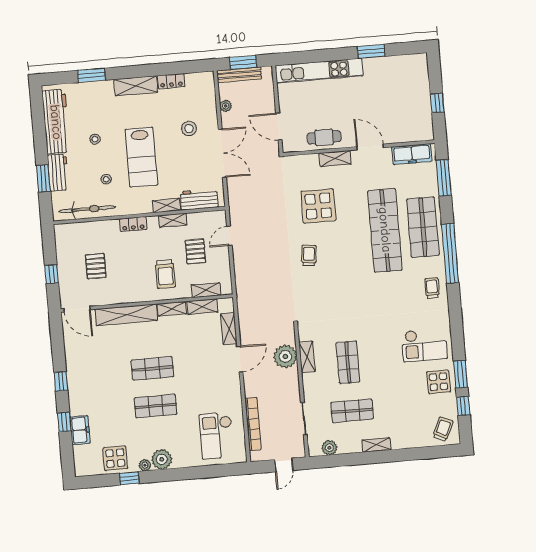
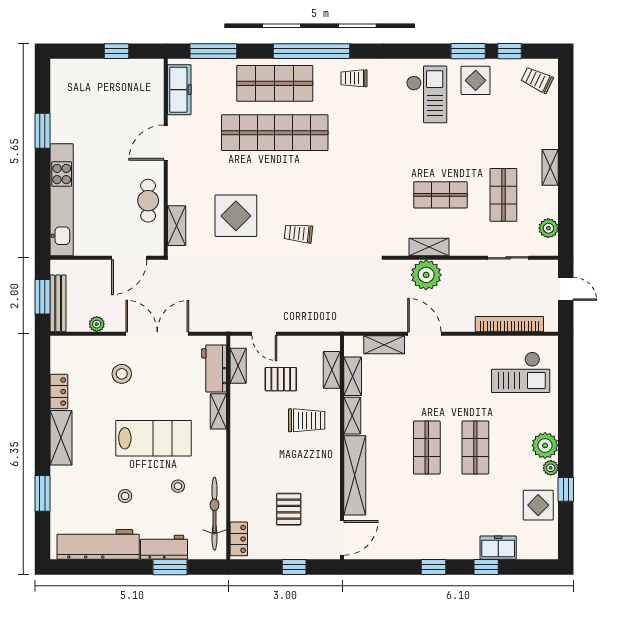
shelving: (335, 159) -> (177, 226), moved
shelving: (173, 220) -> (238, 366), moved
locker: (133, 224) -> (239, 539), moved
pallet: (96, 266) -> (289, 509), turned 90

